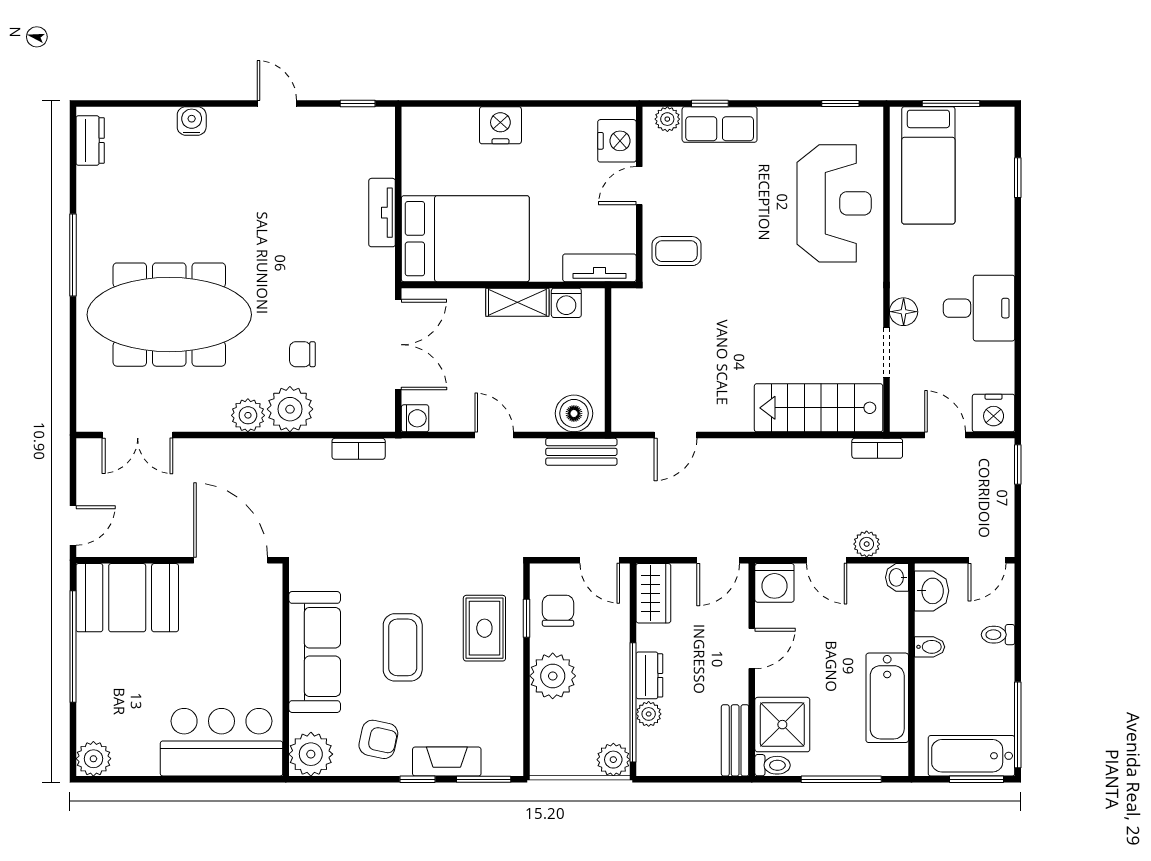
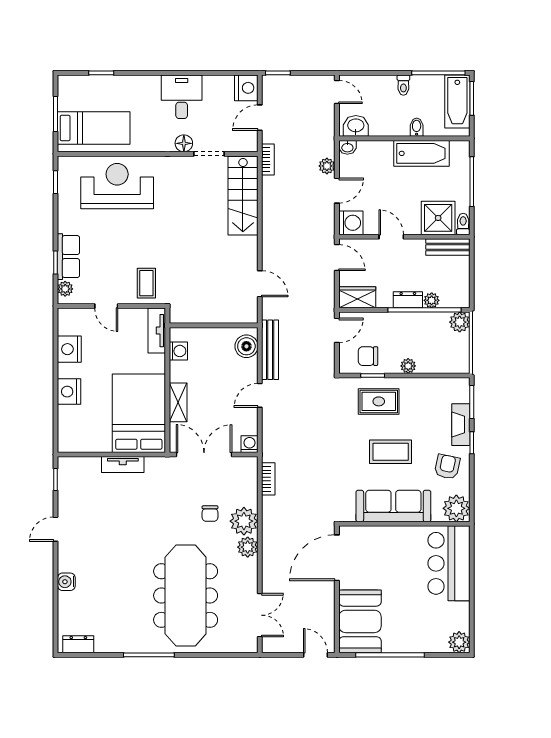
nightstand: (617, 141) -> (69, 349), moved, turned -90
shelving: (517, 302) -> (178, 402), moved
bench: (581, 452) -> (270, 350), width x1.36
toilet: (998, 635) -> (403, 85), moved
bidet: (930, 647) -> (417, 127), moved
plant: (553, 676) -> (408, 366), width x0.53, depth x0.53

